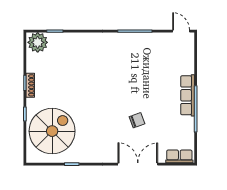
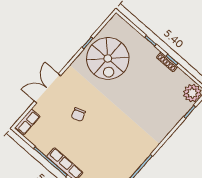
spiral stairs: (52, 131) -> (108, 58), moved
double door: (138, 164) -> (47, 88), swing flipped

